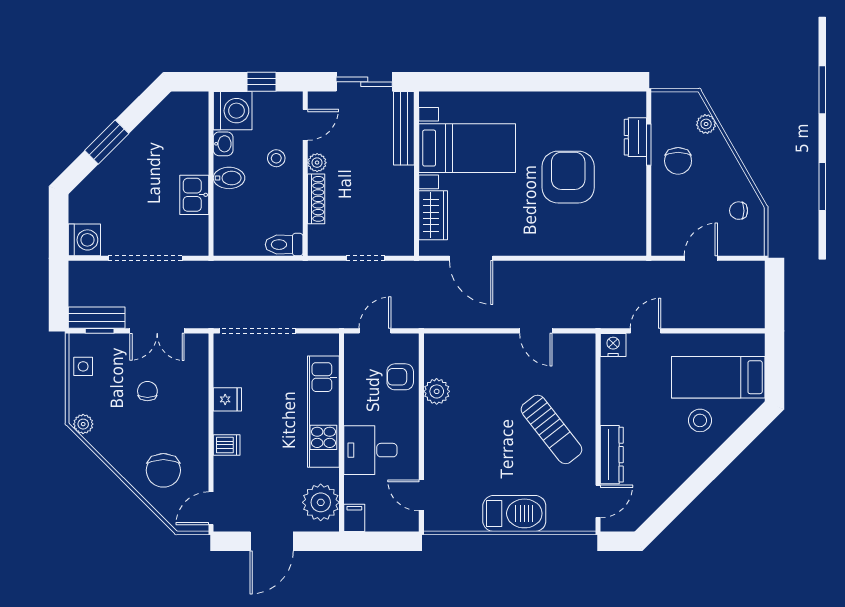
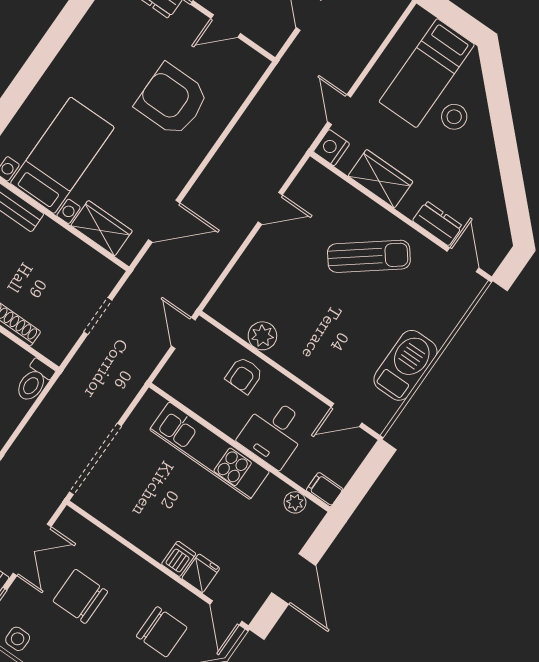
armchair: (568, 177) -> (172, 100), moved
door: (649, 203) -> (226, 26), added
door: (375, 331) -> (183, 333), moved
armchair: (400, 377) -> (244, 375), moved
chair: (147, 391) -> (80, 596), width x1.87, depth x1.87
wardrobe: (615, 398) -> (380, 179), added
fridge: (227, 399) -> (201, 573), moved
dresser: (612, 455) -> (438, 223), width x0.70
plant: (321, 502) -> (295, 502), width x0.53, depth x0.53
barbecue: (514, 513) -> (405, 365), moved

